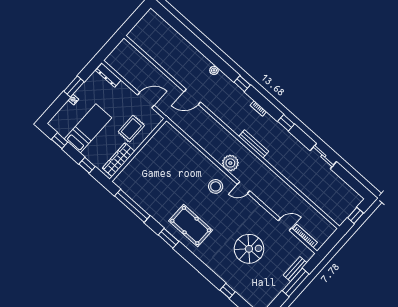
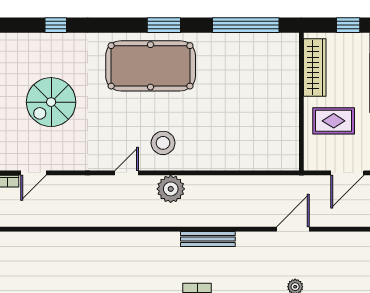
rug: (131, 129) -> (334, 121), turned 90
bench: (254, 144) -> (208, 239), moved
pool table: (191, 226) -> (151, 66), width x1.36, depth x1.32
window: (228, 291) -> (56, 25), moved

